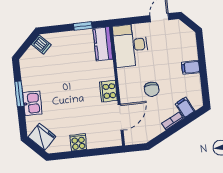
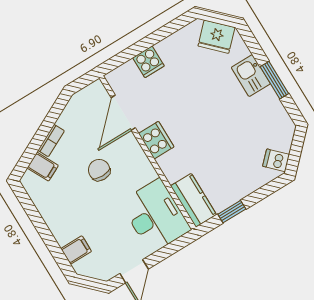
filing cabinet: (191, 67) -> (76, 250), moved
cooker: (78, 142) -> (148, 62), moved

